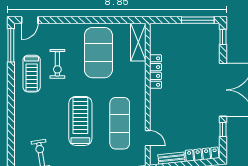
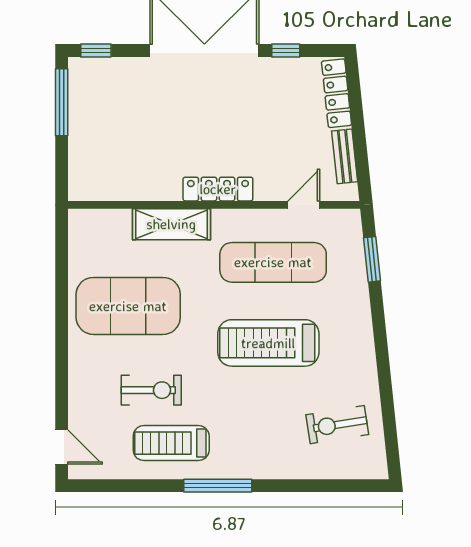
shelving: (138, 42) -> (171, 224), moved
window: (11, 45) -> (218, 486), moved
locker: (155, 72) -> (218, 189), moved
treadmill: (32, 74) -> (171, 443), turned 180

